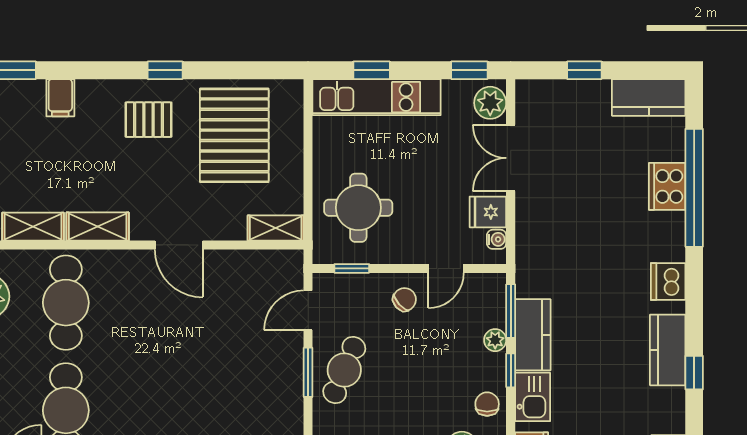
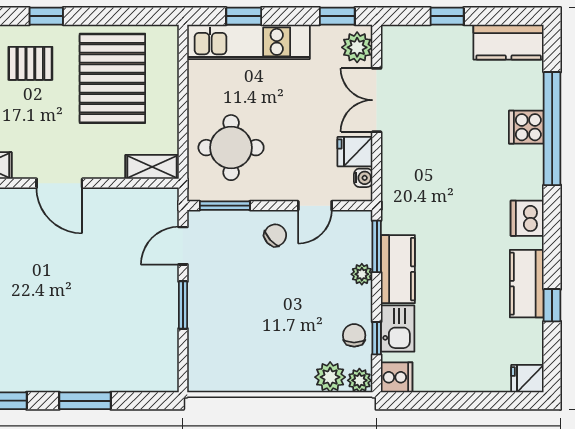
cooker: (667, 186) -> (526, 127), width x0.73
window: (352, 268) -> (225, 206), width x1.50
cafe table: (344, 370) -> (218, 303), removed
window: (511, 370) -> (377, 338), moved

